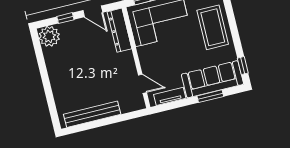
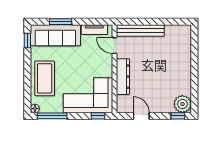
window: (65, 18) -> (178, 116), moved
dresser: (119, 30) -> (123, 77), moved
bench: (92, 114) -> (140, 31), moved

